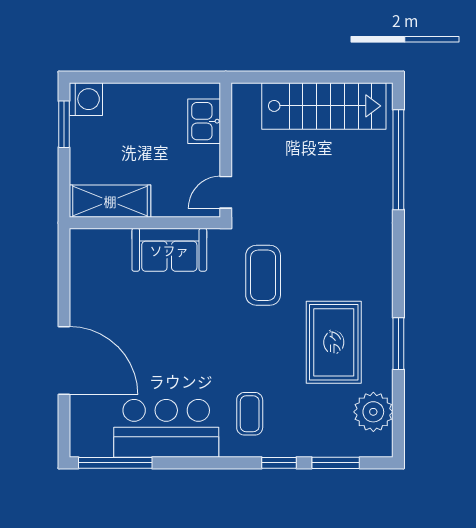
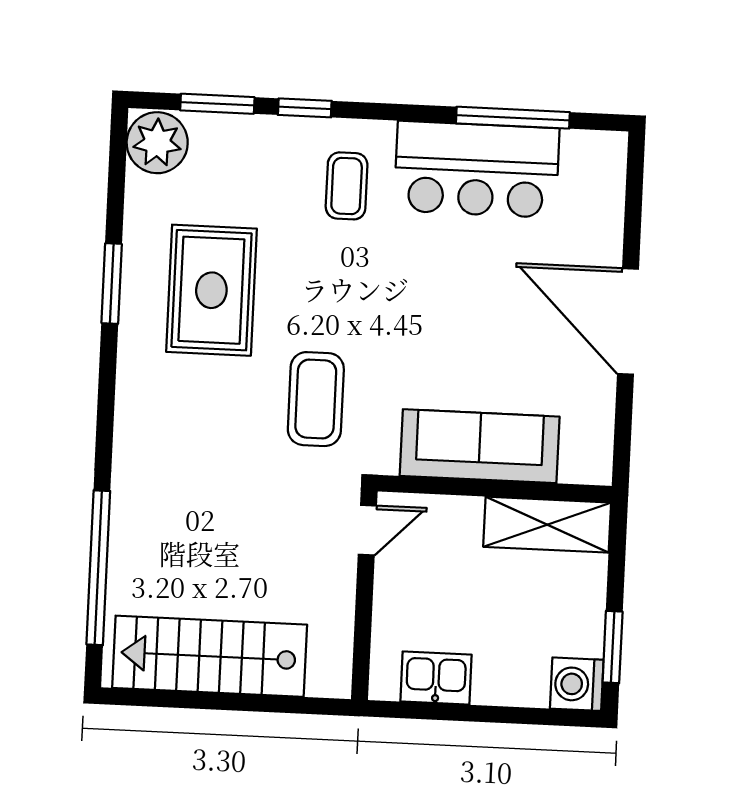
kitchen sink: (204, 121) -> (436, 678), moved, turned -90
sofa: (169, 250) -> (480, 446), width x1.36
door: (64, 361) -> (628, 321), moved
plant: (373, 412) -> (157, 143), moved
window: (115, 463) -> (513, 118), moved

